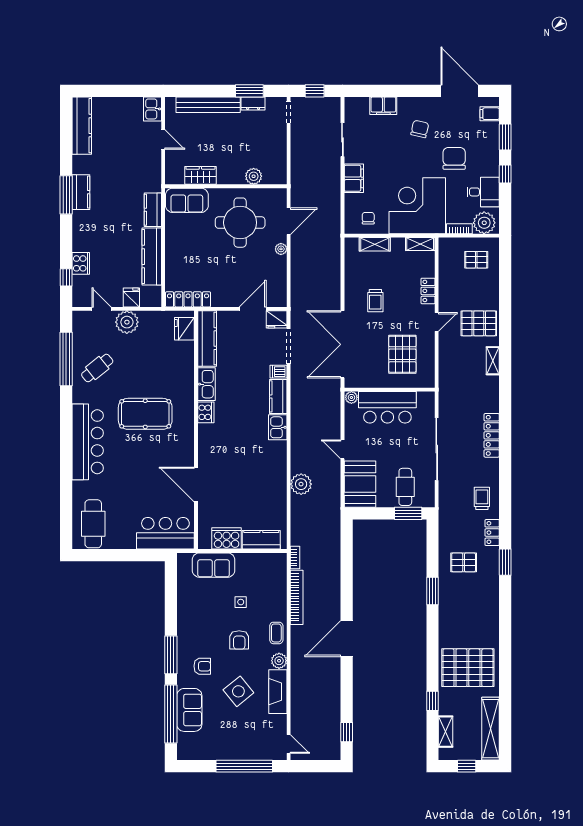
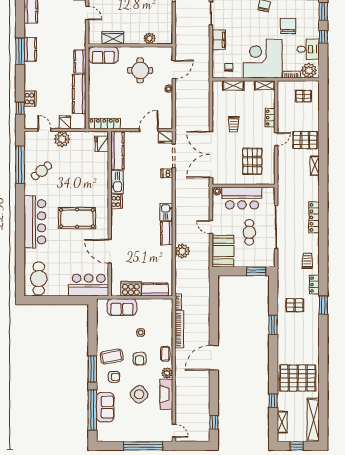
round table: (240, 223) -> (140, 70), width x0.73, depth x0.73
kitchen counter: (278, 396) -> (167, 233), moved
pool table: (145, 414) -> (77, 218), moved
cafe table: (405, 487) -> (249, 232), moved
coffee table: (199, 637) -> (112, 357), added

